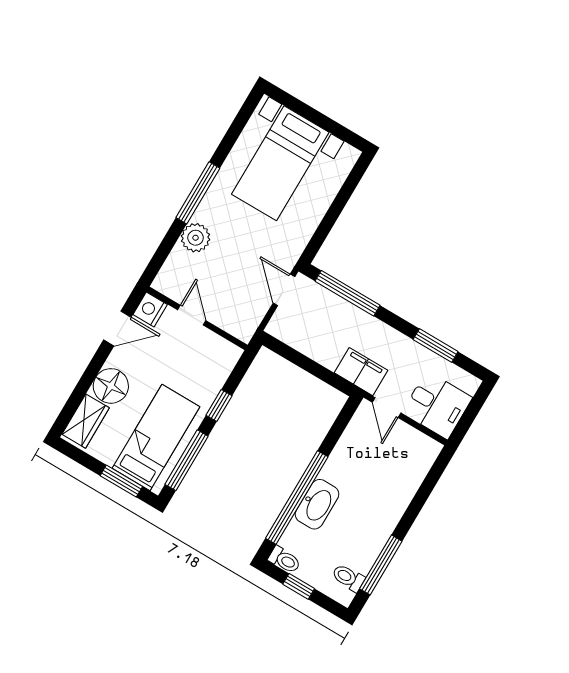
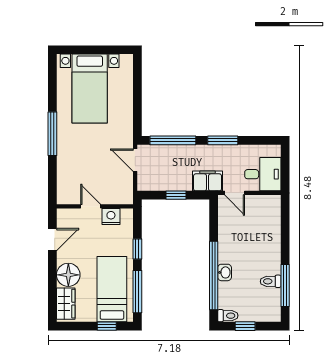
plant: (196, 238) -> (66, 160), removed
nightstand: (150, 309) -> (111, 217), moved, turned 90
window: (436, 345) -> (223, 140), moved
window: (310, 366) -> (176, 195), added
window: (121, 481) -> (107, 326), width x0.67
washbasin: (317, 504) -> (225, 272), width x0.52, depth x0.69
toilet: (348, 578) -> (271, 281), moved

